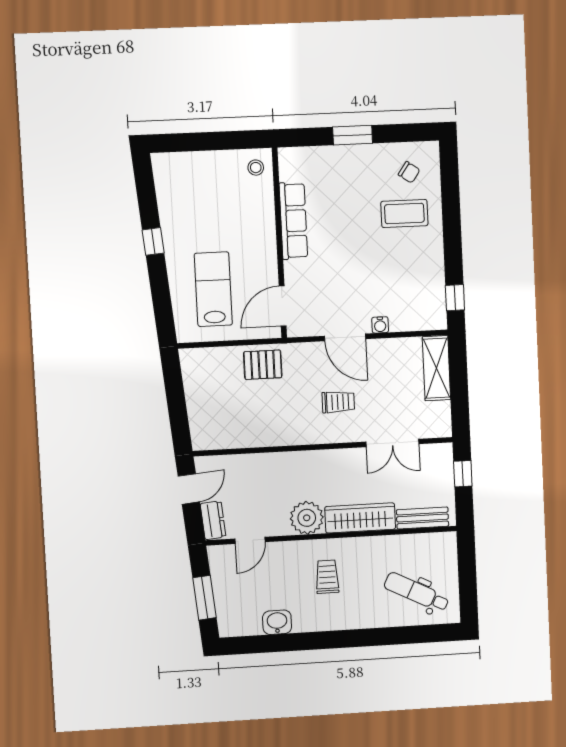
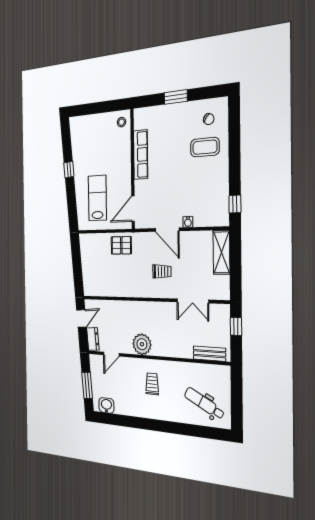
wardrobe: (360, 518) -> (172, 348), removed
washbasin: (277, 622) -> (106, 405), moved

